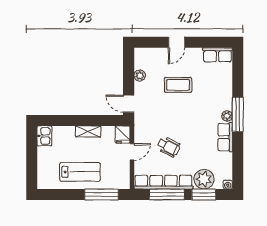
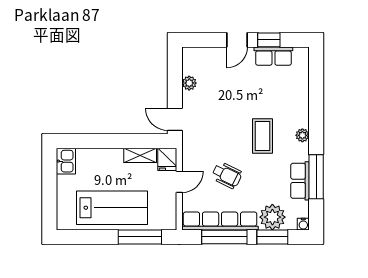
window: (201, 42) -> (269, 40), added
row of seats: (217, 55) -> (273, 56), moved
coffee table: (178, 85) -> (262, 136), moved, turned 90
window: (238, 114) -> (316, 177), moved
shelving: (88, 131) -> (140, 155), moved
row of seats: (225, 137) -> (300, 181), moved
lab bench: (80, 172) -> (112, 208), width x1.36, depth x1.39

